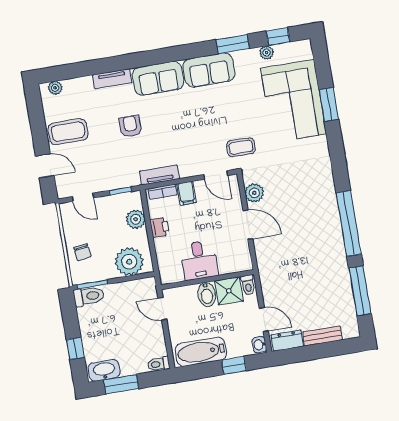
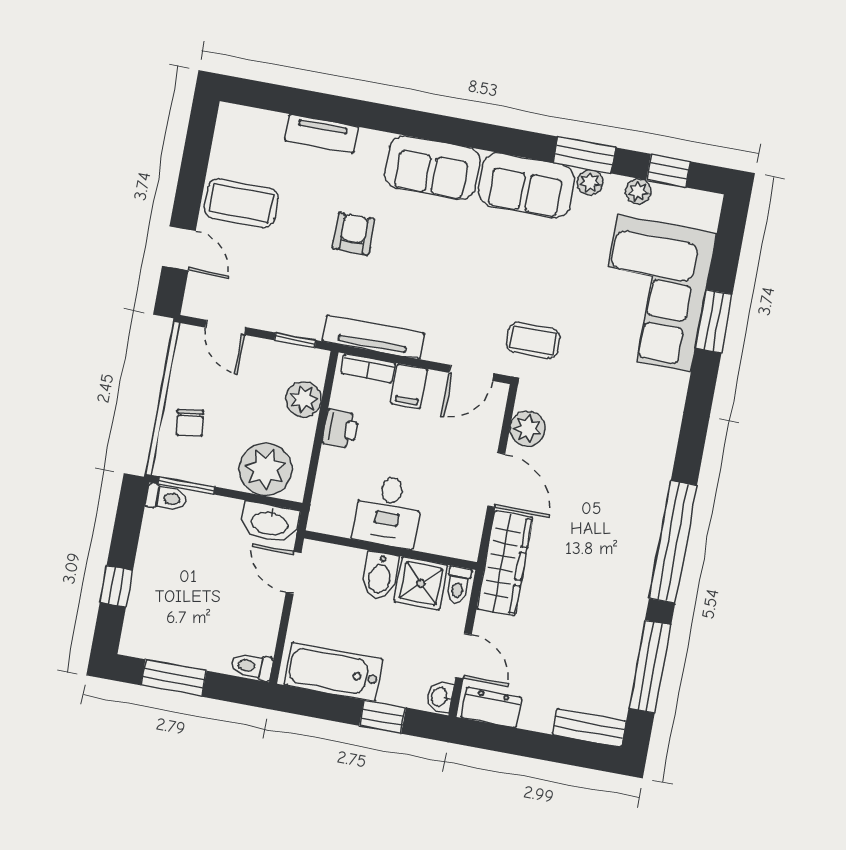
tv unit: (112, 79) -> (322, 134), moved
plant: (55, 88) -> (590, 182), moved
tv unit: (159, 175) -> (373, 337), width x1.41
door: (216, 175) -> (471, 373), hinge flipped
wardrobe: (268, 265) -> (505, 563), added
toilet: (89, 296) -> (166, 498), width x0.73, depth x0.72
bench: (322, 336) -> (589, 728), moved
washbasin: (104, 370) -> (270, 523), moved, turned 180

